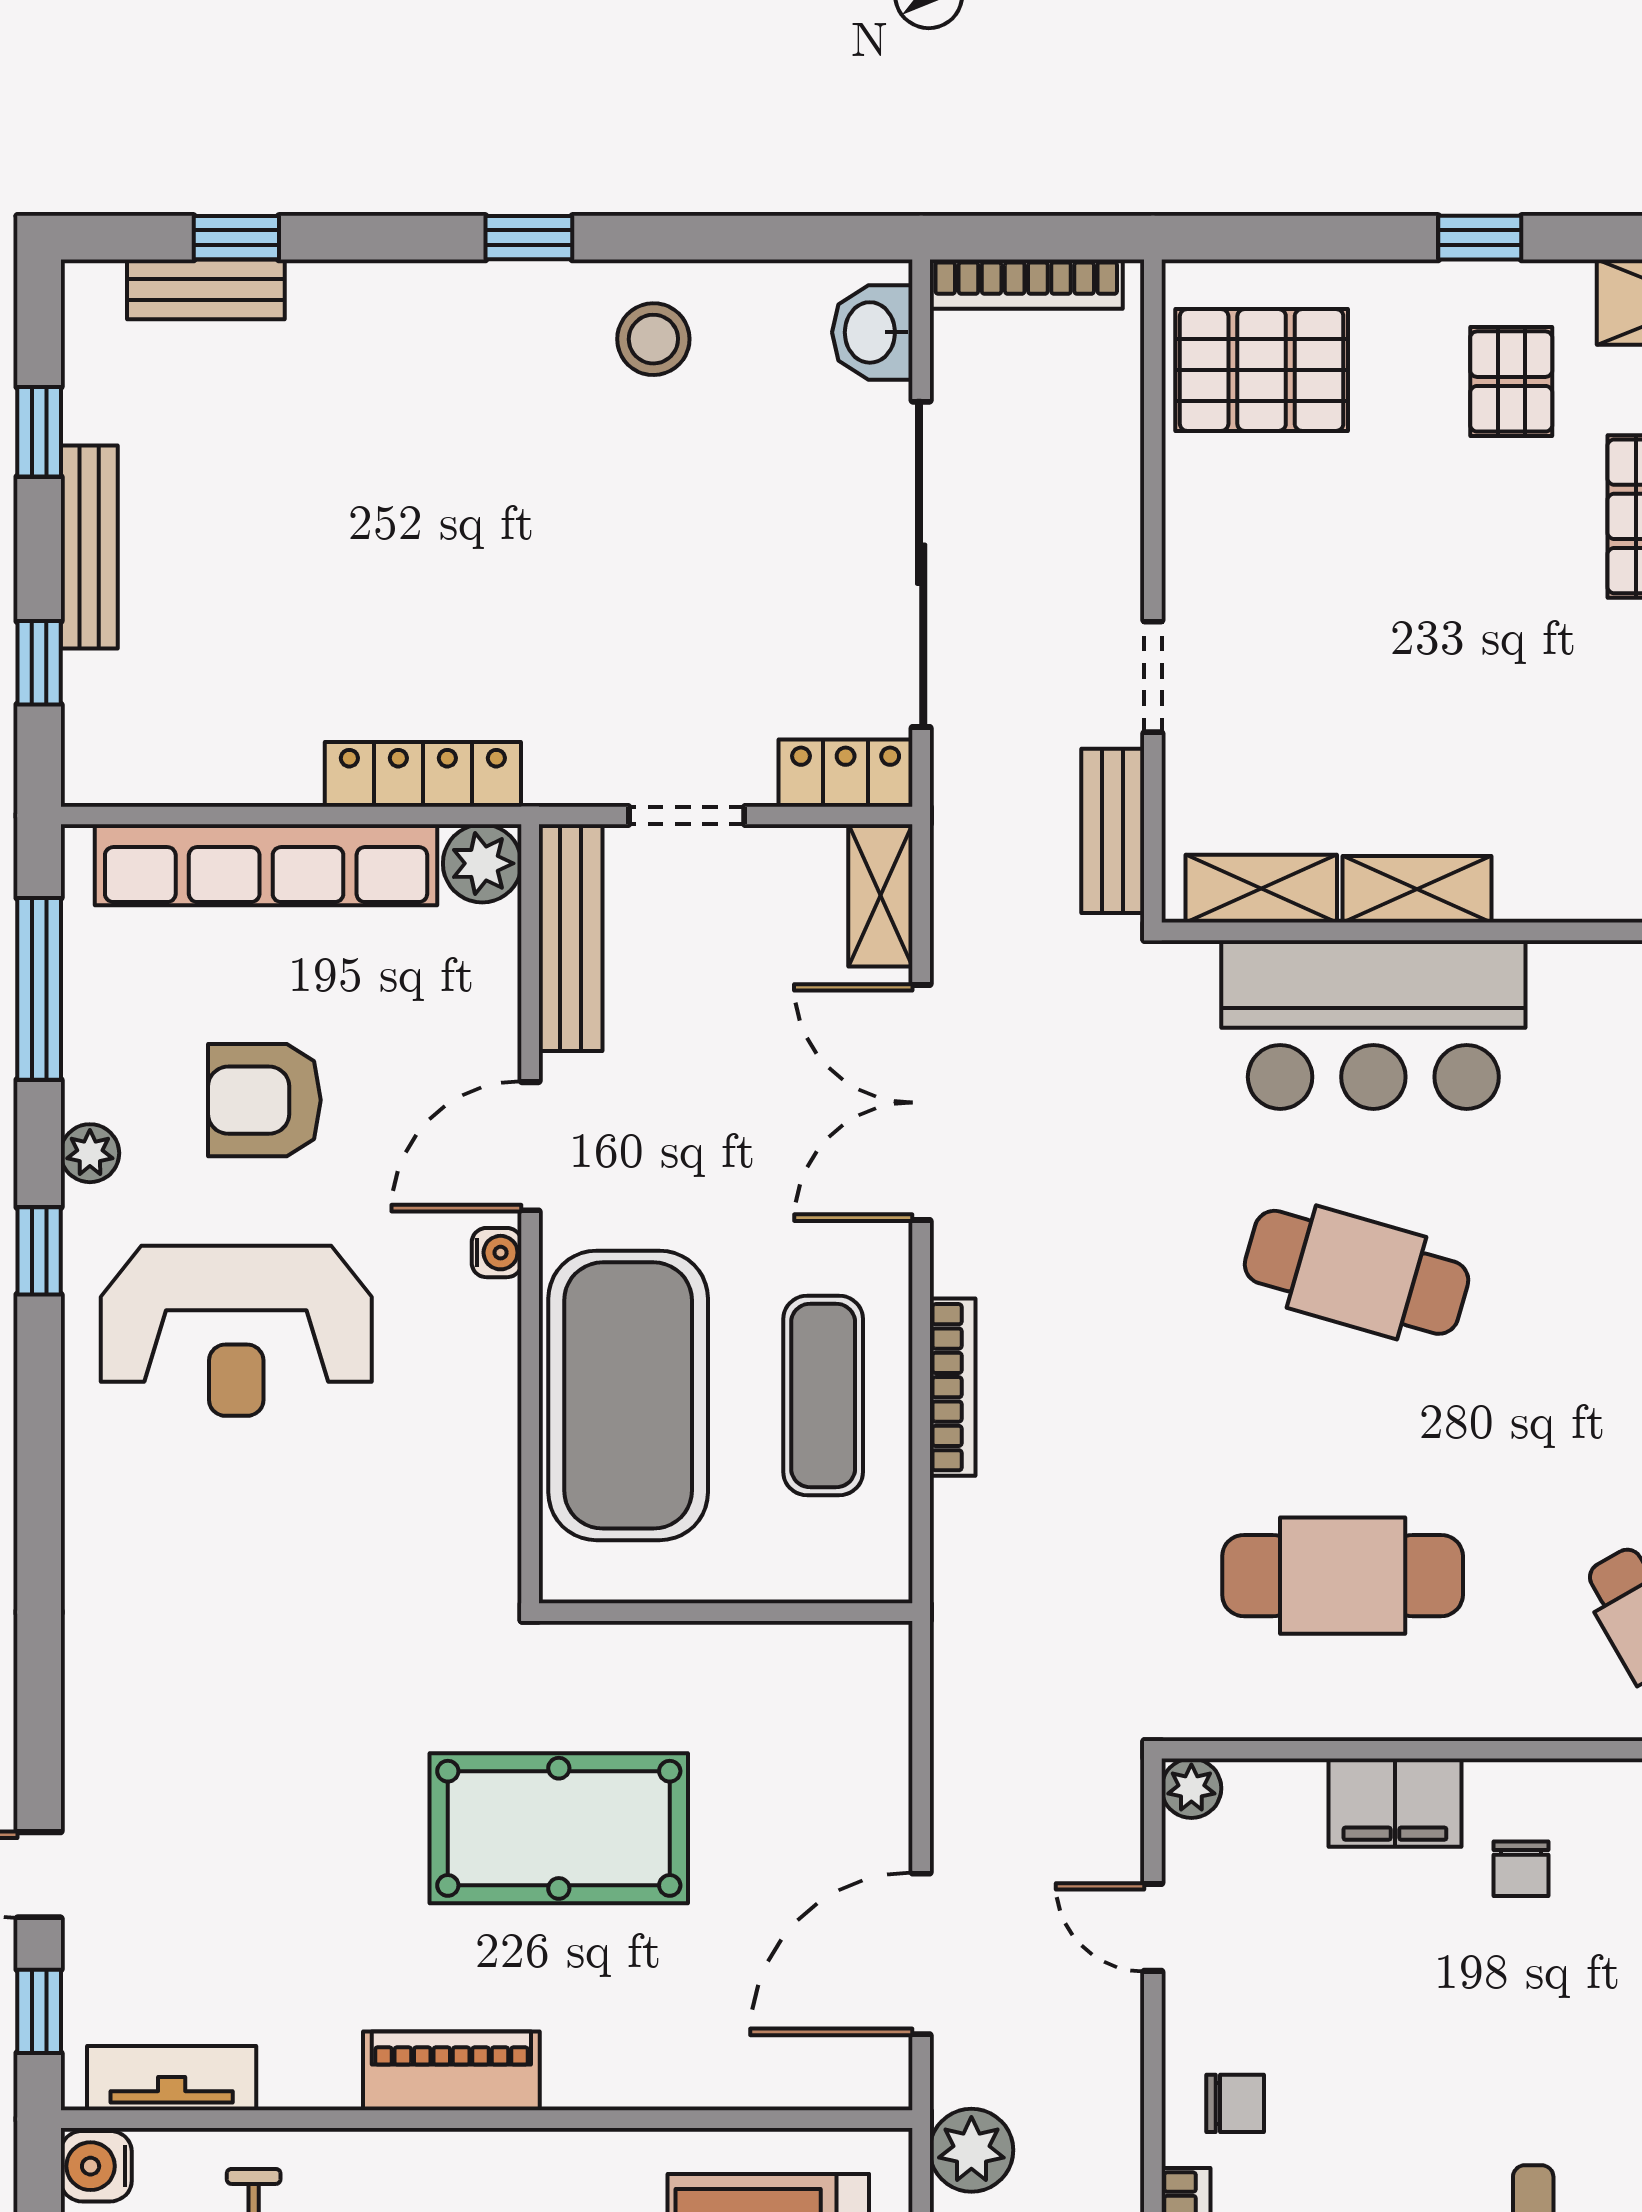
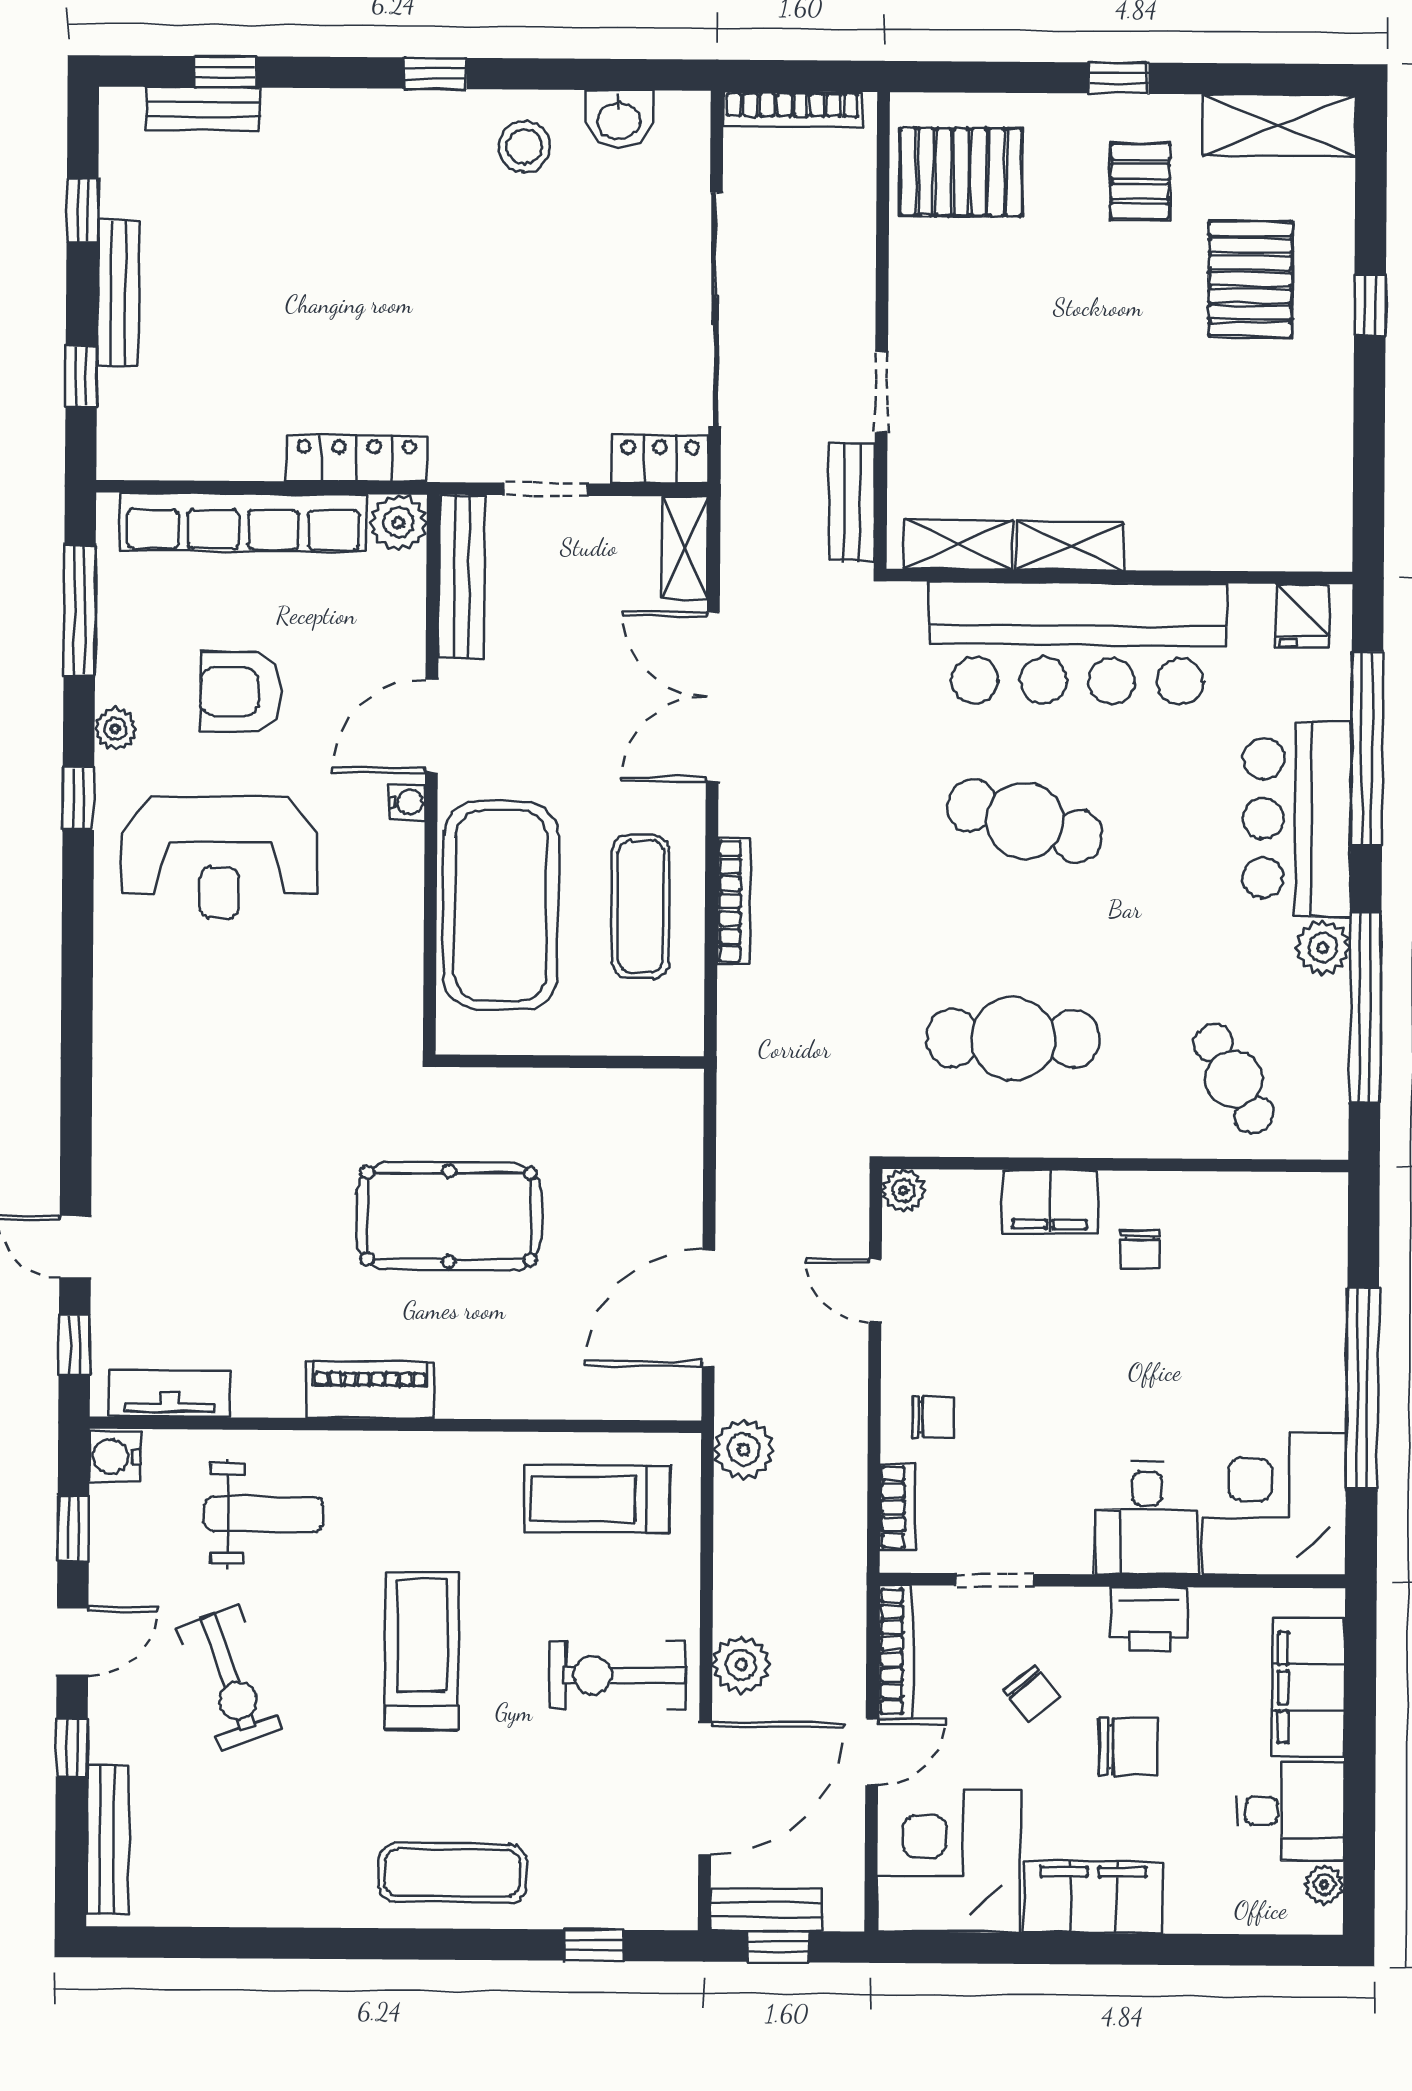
washbasin: (872, 332) -> (619, 119), moved, turned -90
bar counter: (1373, 1025) -> (1078, 643), width x1.36

